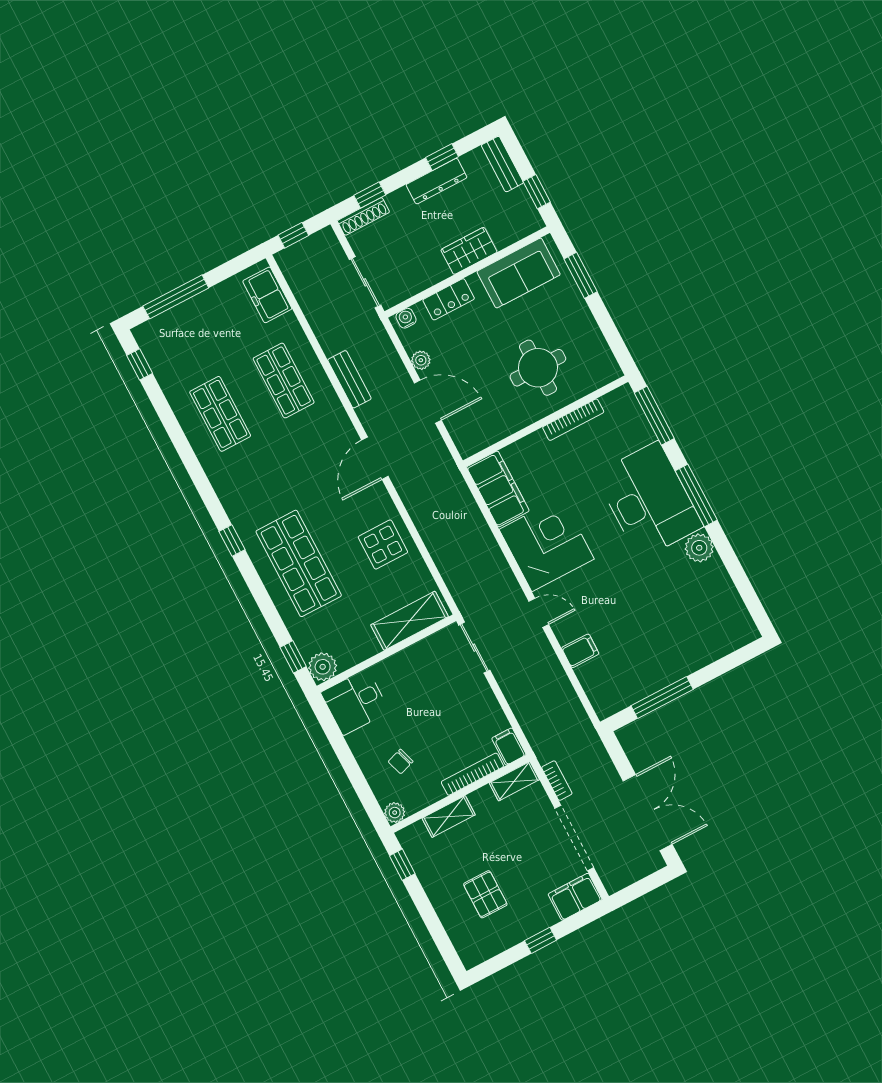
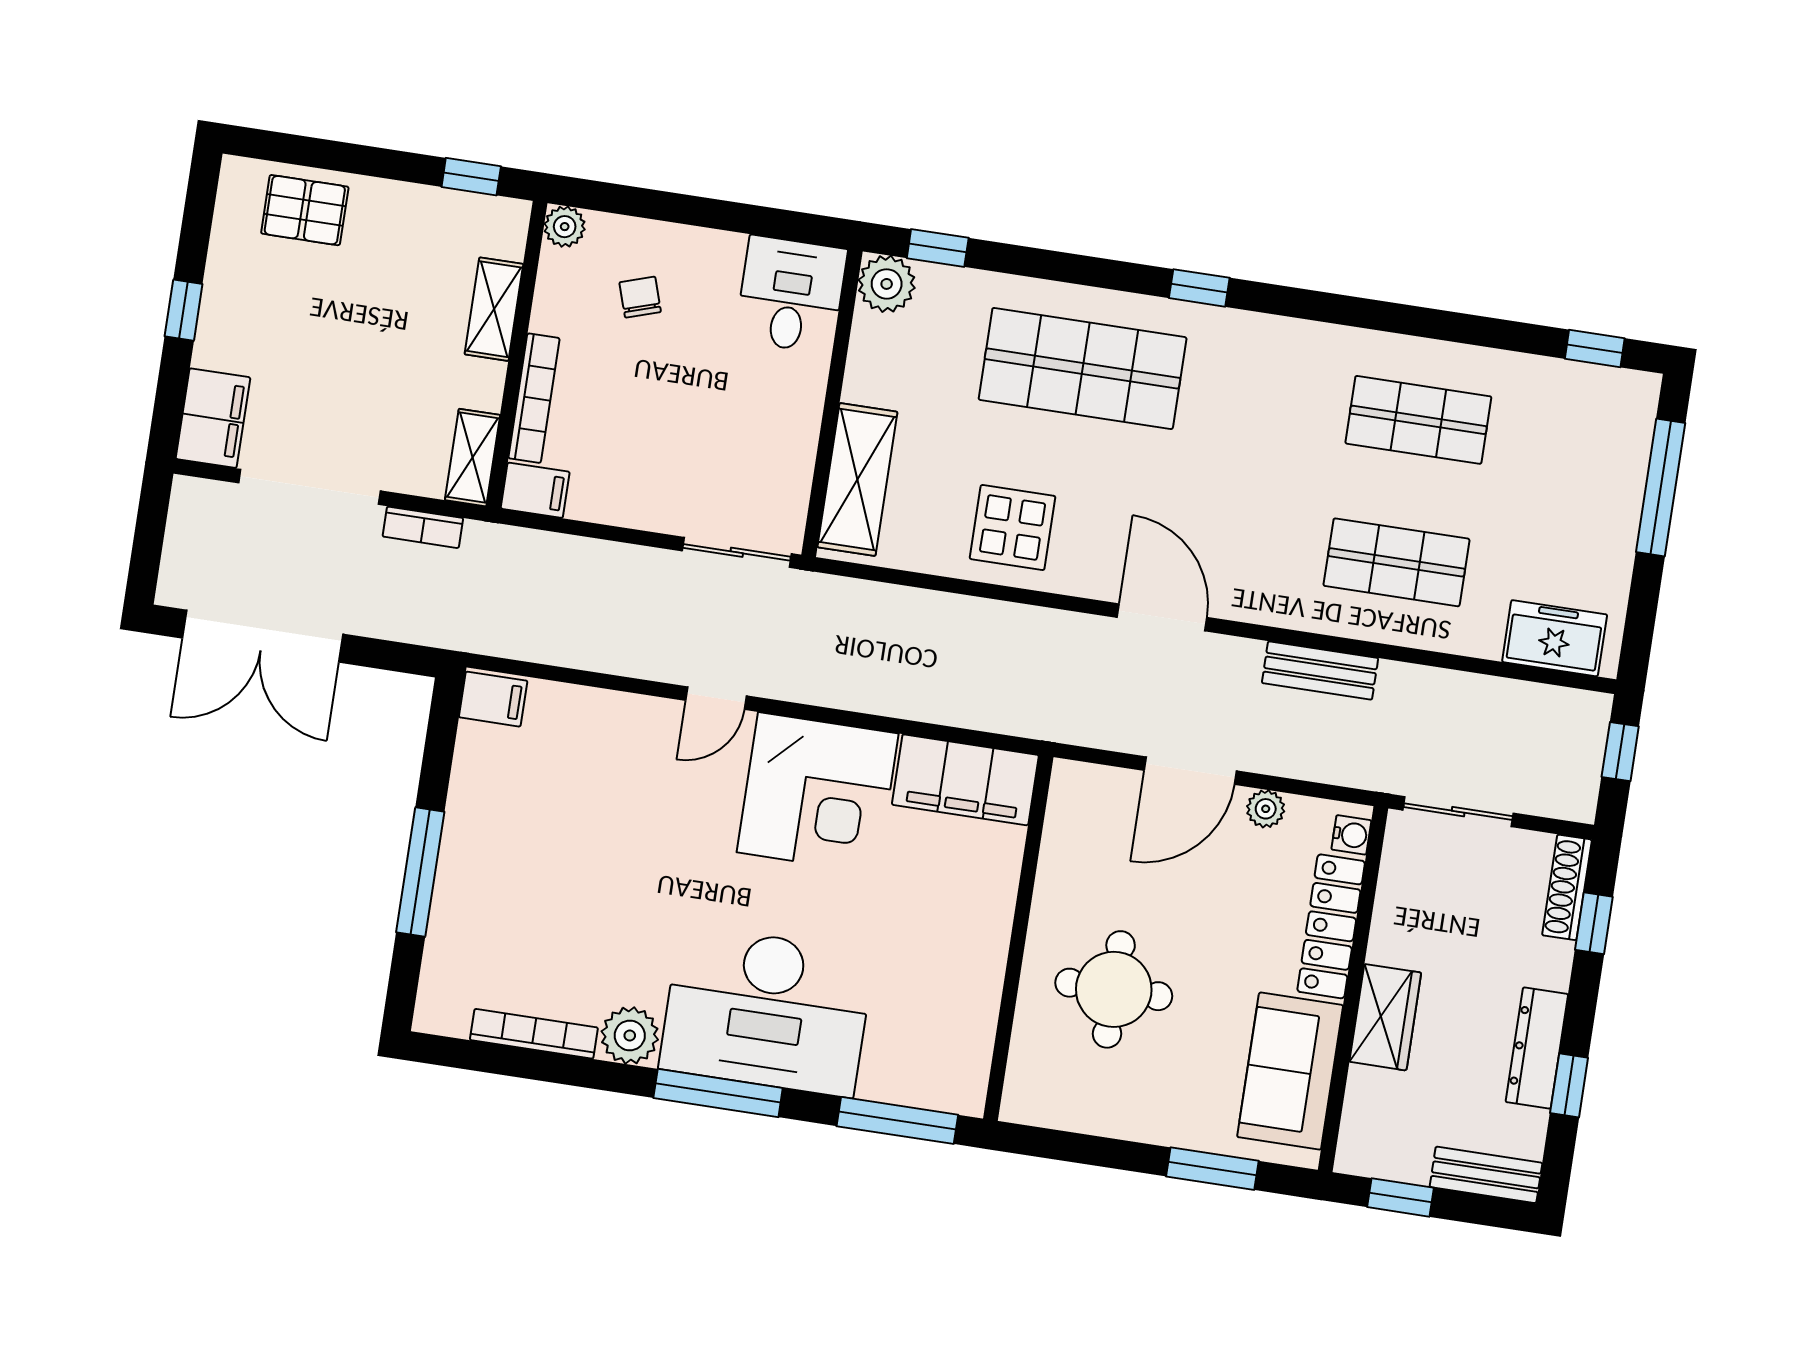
locker: (449, 299) -> (1331, 926), width x1.53
bookcase: (573, 420) -> (534, 1034), moved, turned 90
filing cabinet: (580, 651) -> (493, 699), moved, turned -90
window: (662, 697) -> (420, 872), moved
pallet: (485, 894) -> (305, 210), moved

